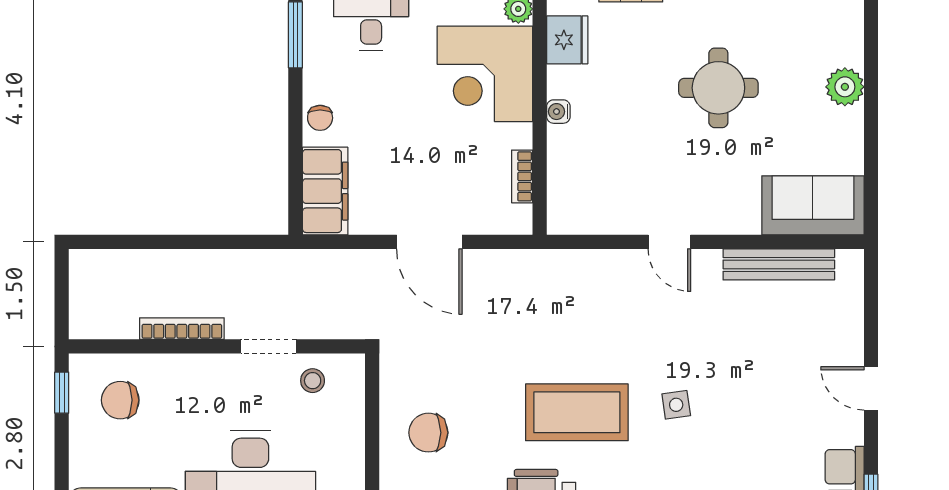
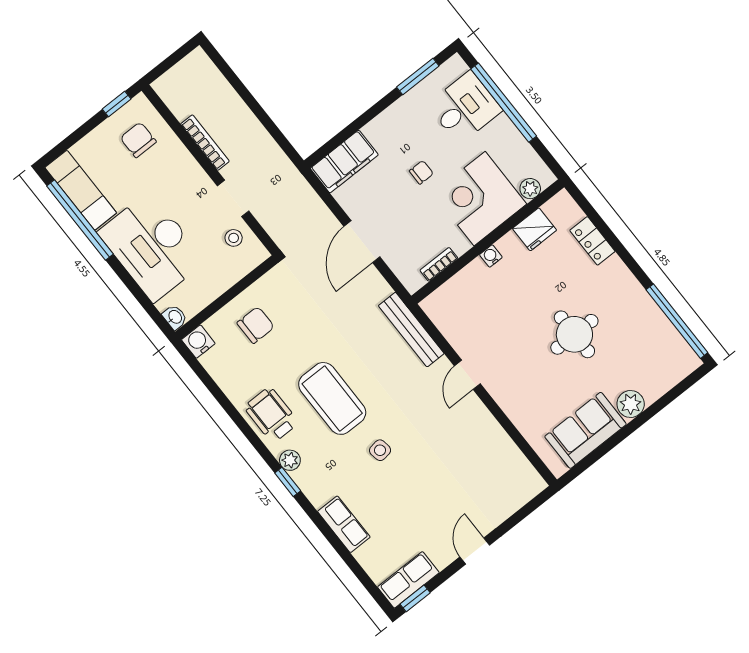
chair: (320, 118) -> (421, 172), moved, turned 180
sofa: (813, 205) -> (585, 430), moved, turned -90
bench: (779, 264) -> (411, 330), moved
chair: (428, 433) -> (256, 325), turned 90

